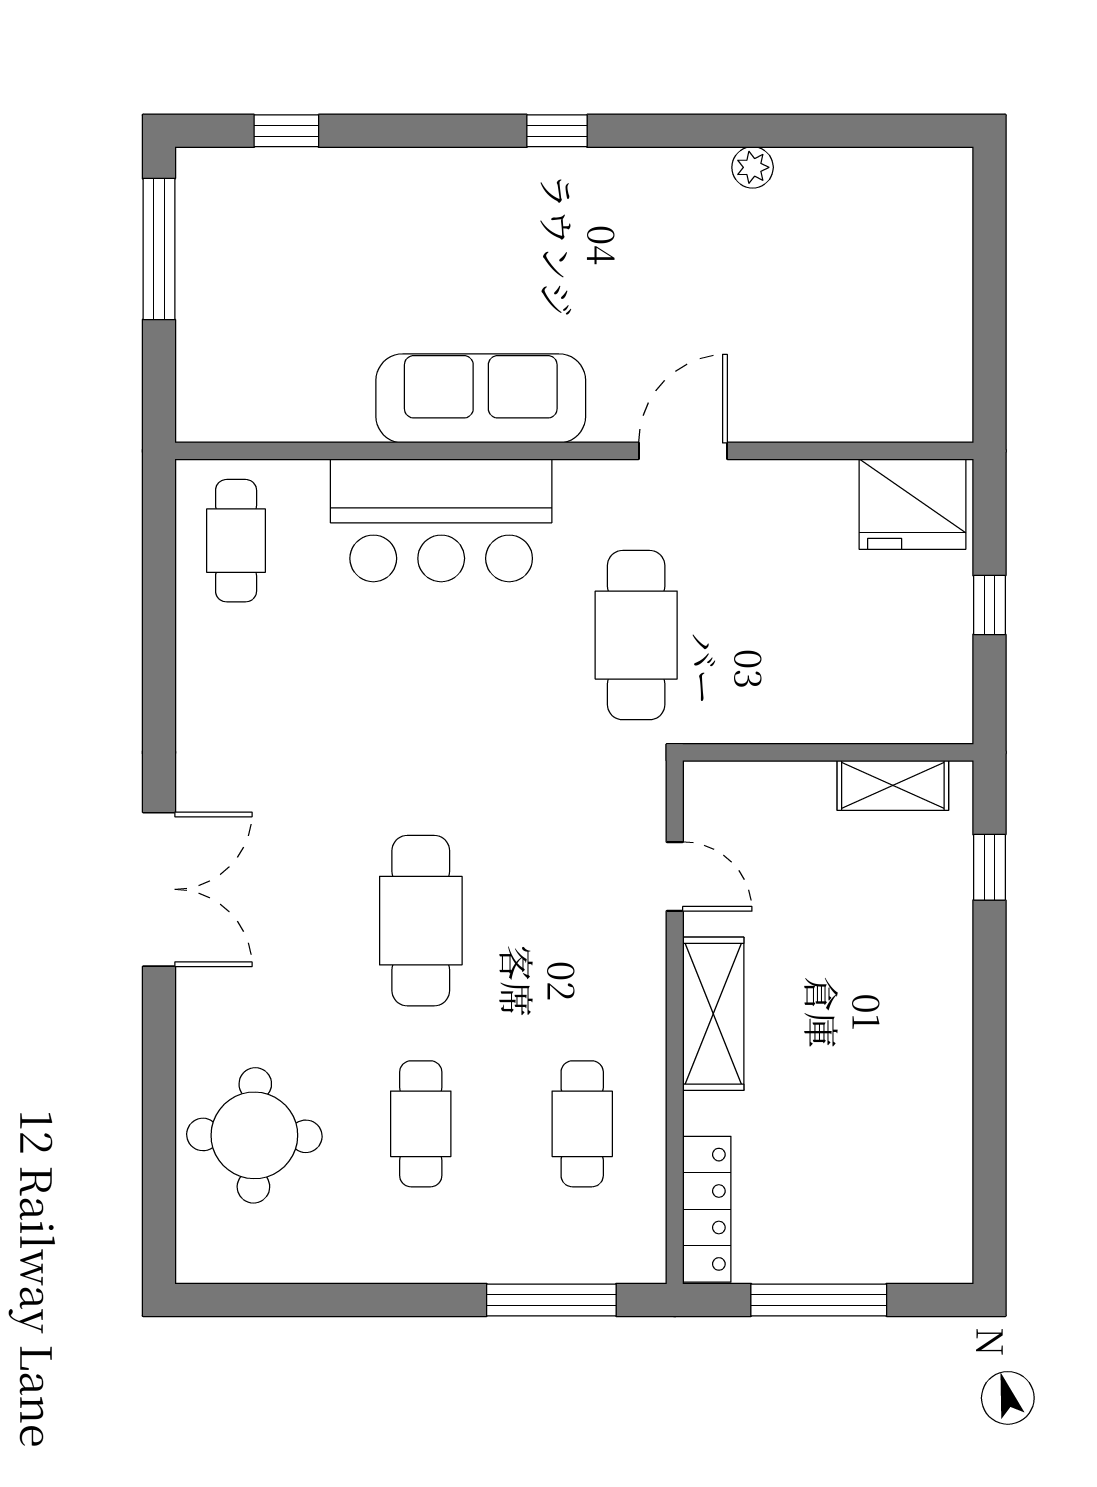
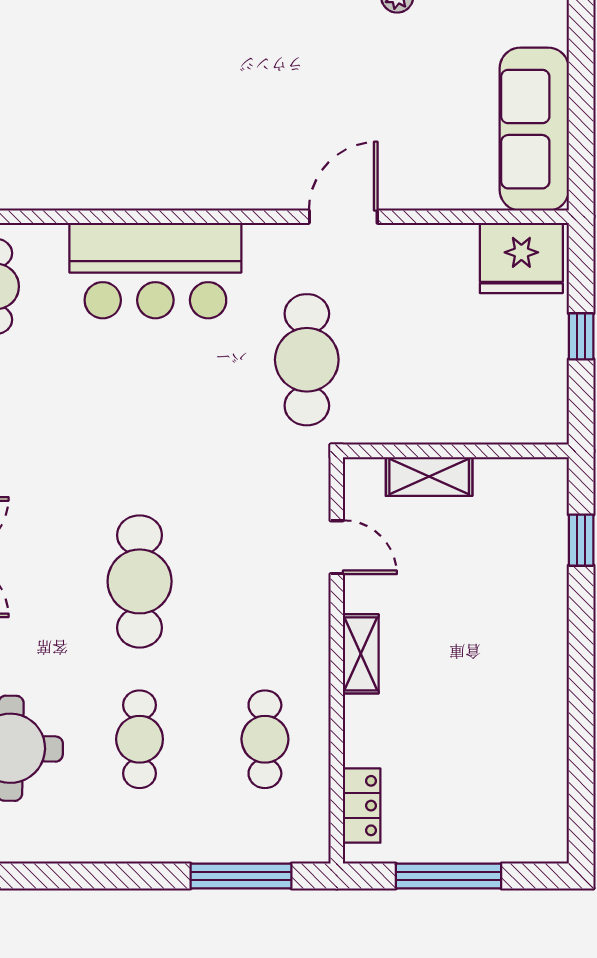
sofa: (481, 398) -> (534, 129), moved, turned -90
shelving: (893, 785) -> (429, 476), moved
shelving: (713, 1014) -> (361, 654), width x0.67, depth x0.75
locker: (707, 1209) -> (362, 806), width x0.66

